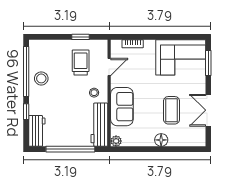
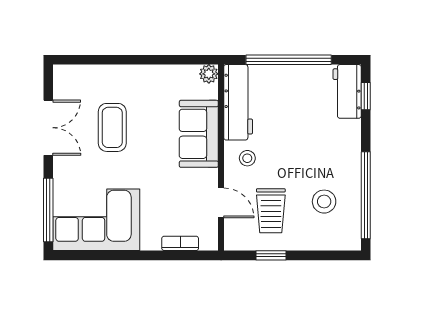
window: (208, 63) -> (48, 210), width x1.44
door: (109, 67) -> (221, 203), swing flipped
stool: (41, 78) -> (324, 202), moved
window: (26, 112) -> (366, 96), moved
floor lamp: (161, 140) -> (130, 76), removed

